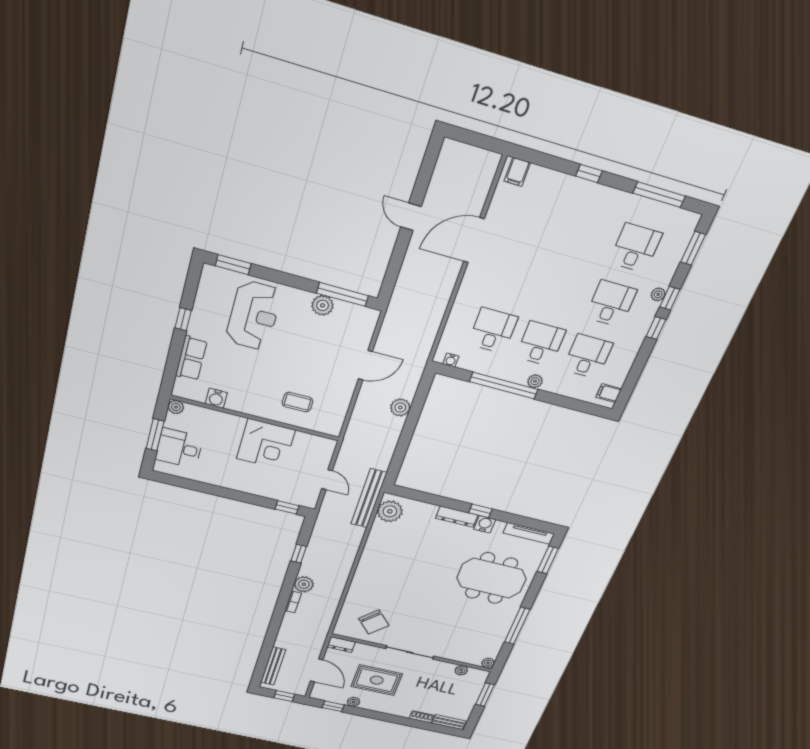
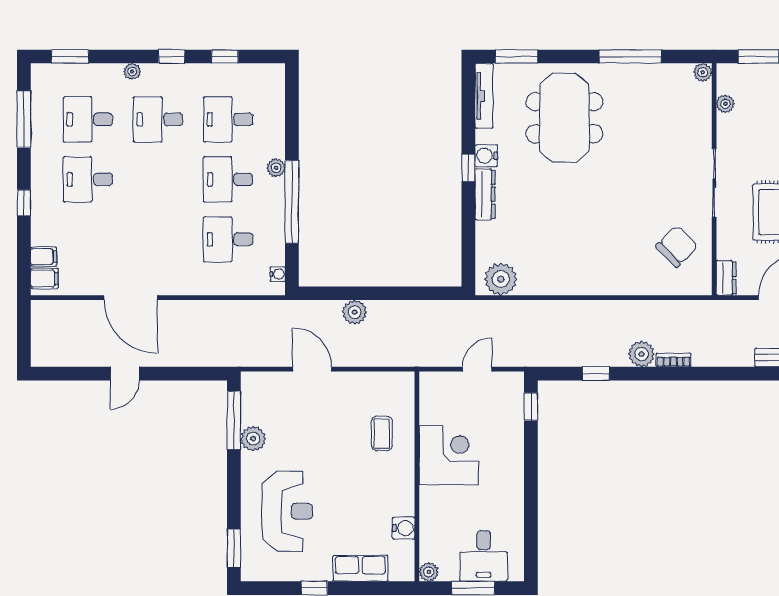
desk: (586, 233) -> (88, 179), added
window: (670, 298) -> (225, 56), moved
reception desk: (254, 316) -> (287, 511), turned 90
filing cabinet: (609, 393) -> (44, 257), moved, turned -90
bench: (369, 498) -> (489, 311), removed

